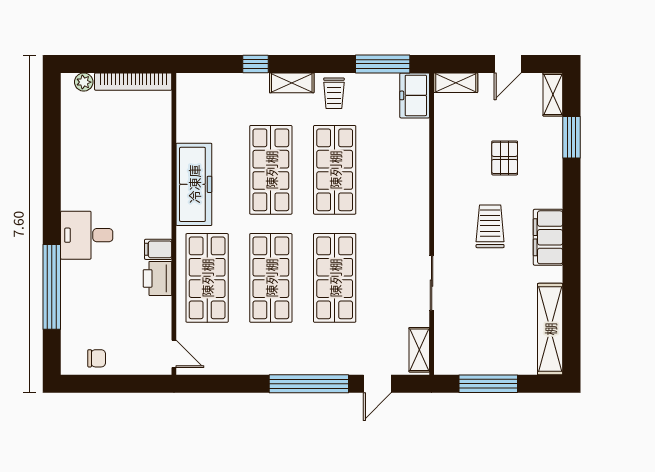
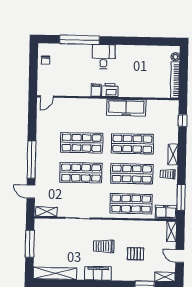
window: (256, 64) -> (183, 121), moved
trolley: (490, 226) -> (104, 246), turned 180
printer: (158, 278) -> (110, 90), moved
shop shelf: (207, 278) -> (131, 204), moved

